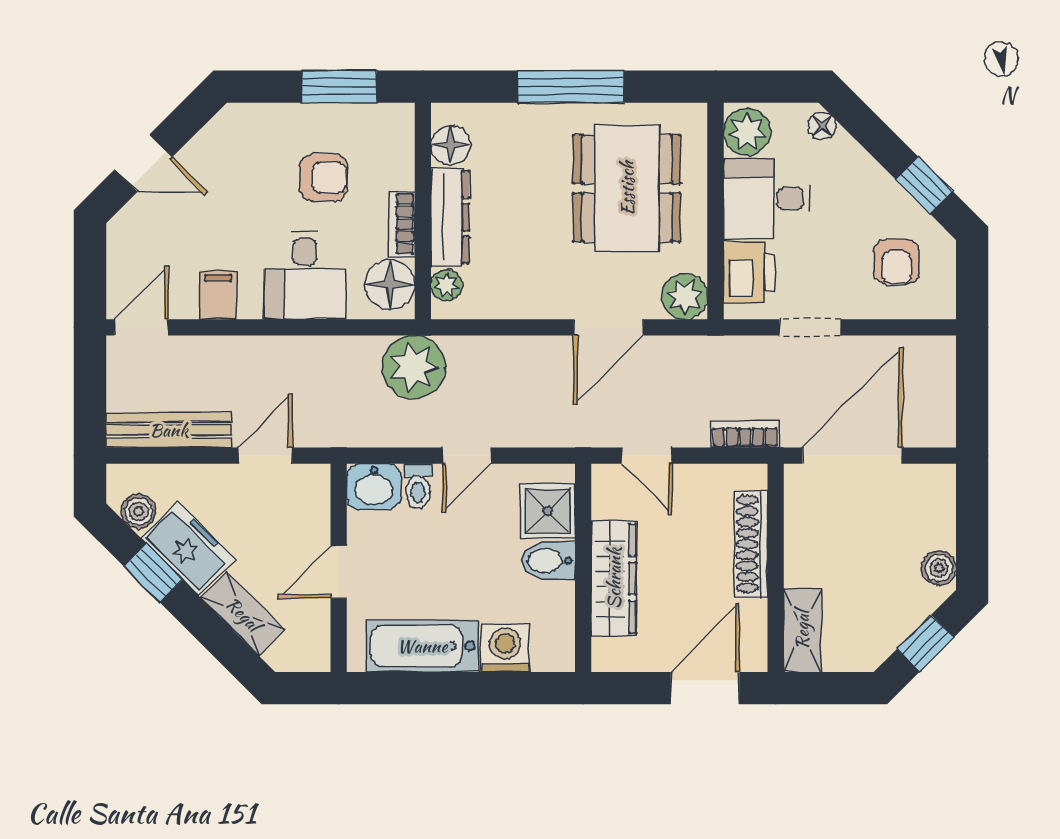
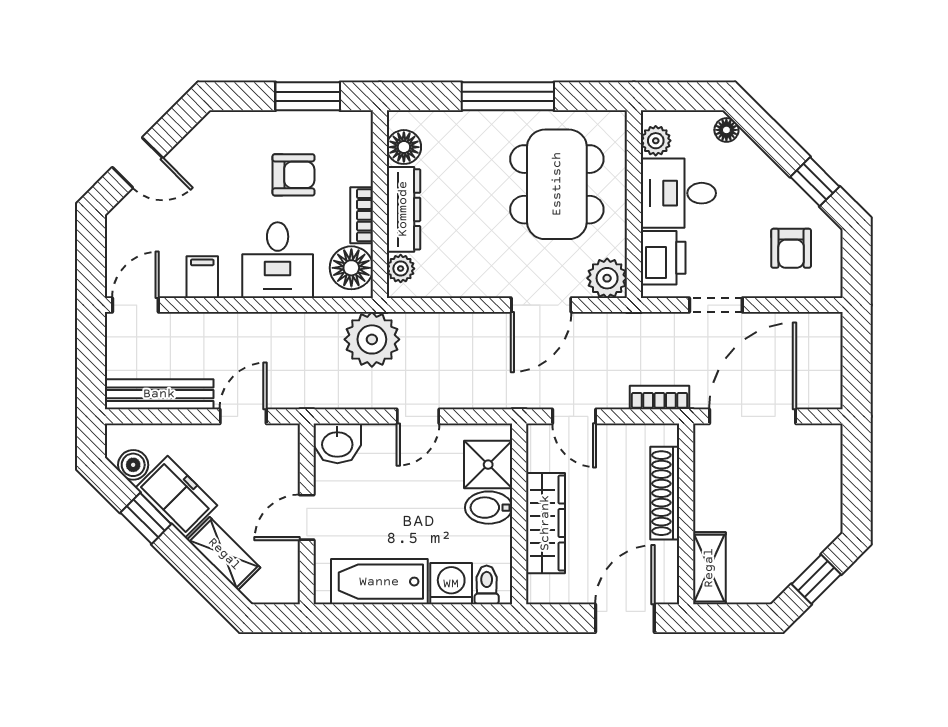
plant: (747, 132) -> (656, 141), width x0.73, depth x0.73
toilet: (418, 486) -> (487, 585), moved, turned 180
boiler: (939, 568) -> (828, 514), removed

